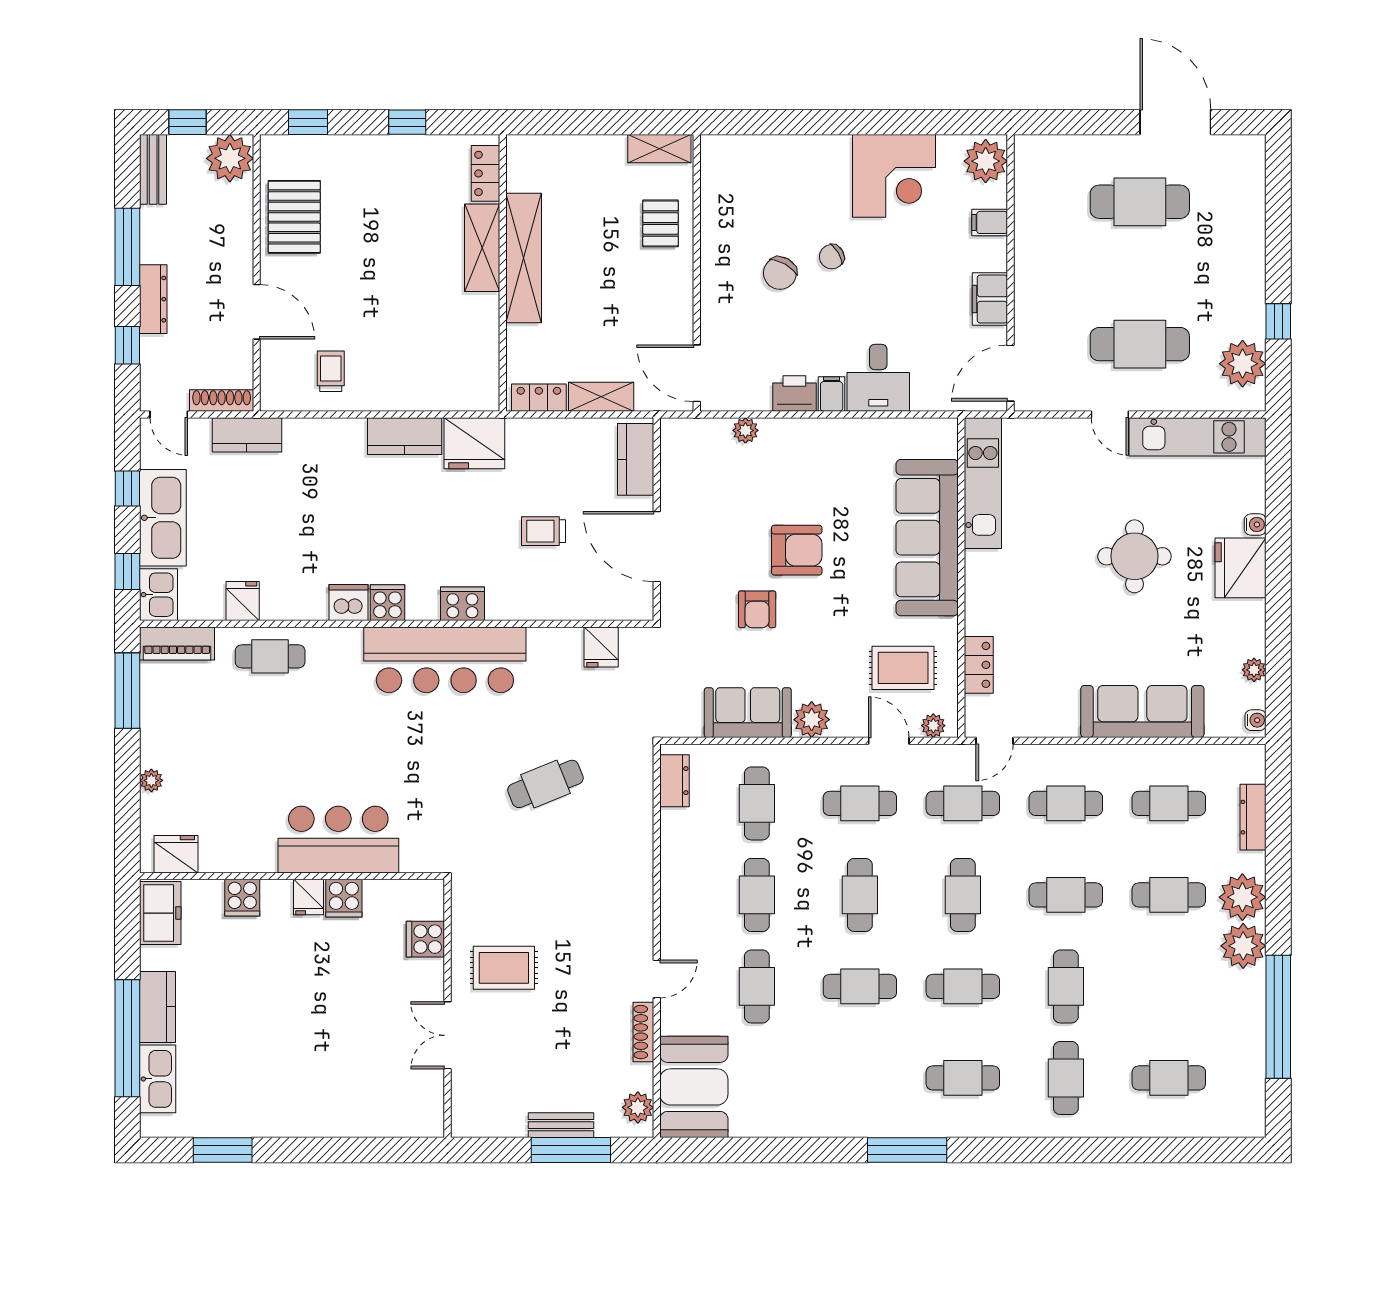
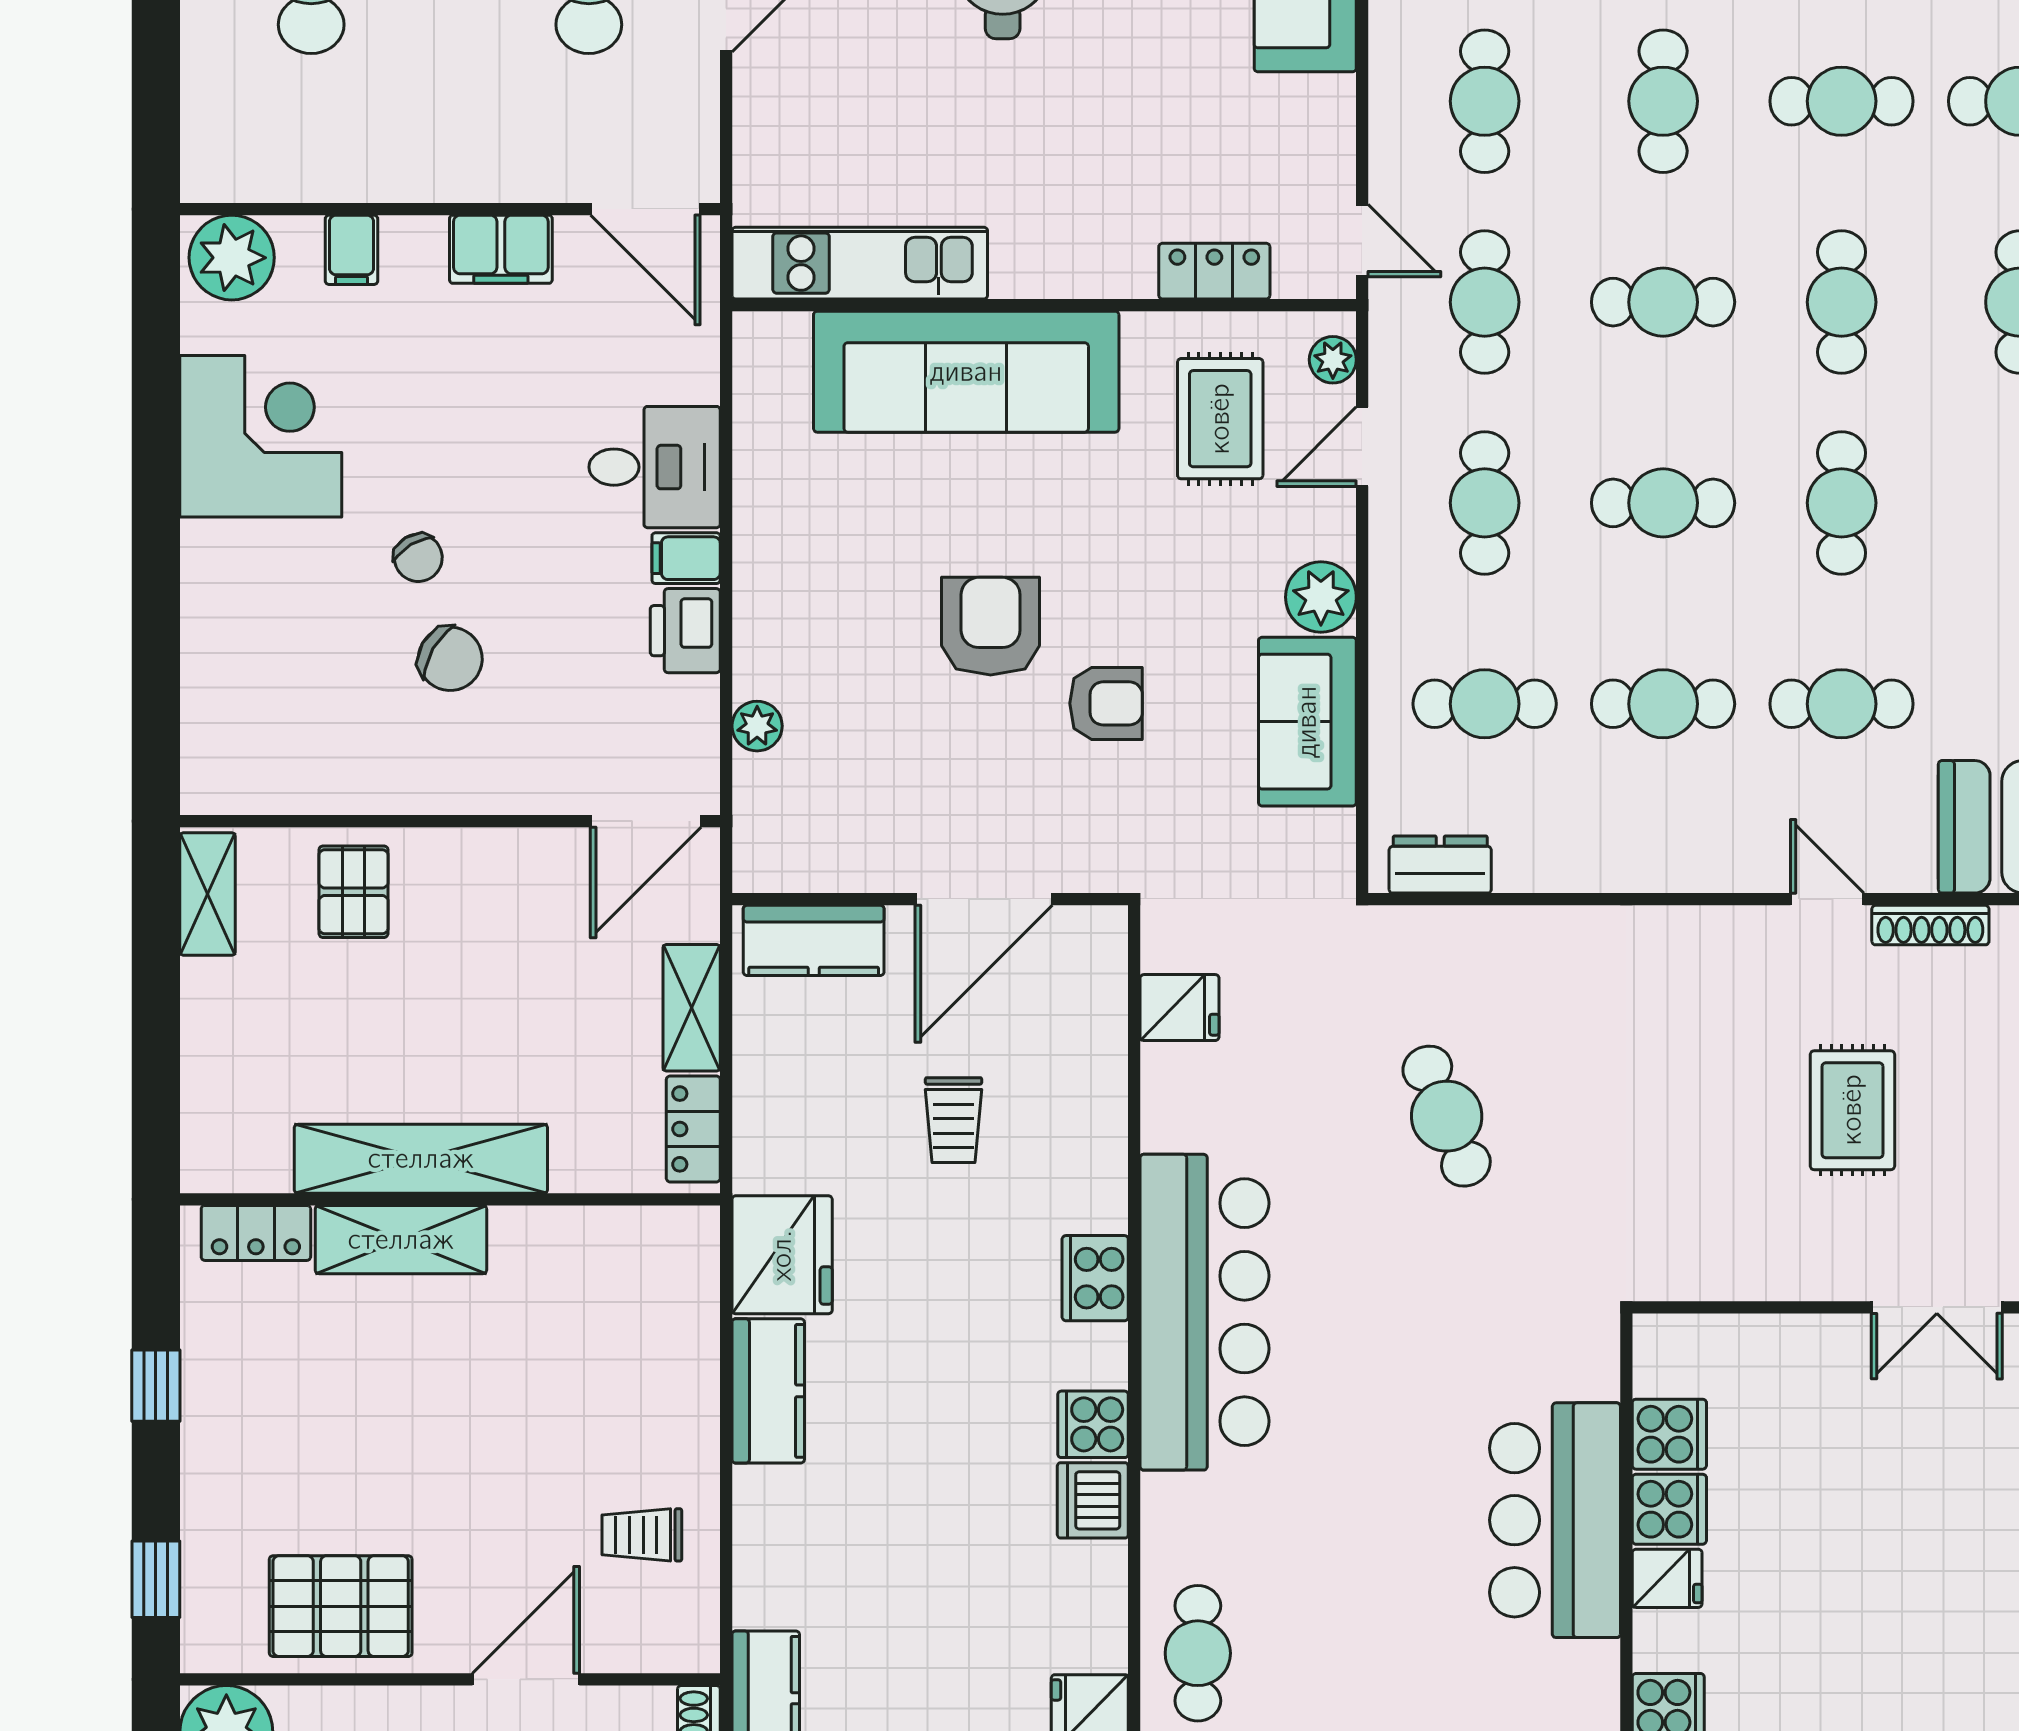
pallet: (661, 223) -> (353, 892), turned 90
cooker: (425, 939) -> (1669, 1434), moved, turned -90
rug: (504, 968) -> (1852, 1110), moved

